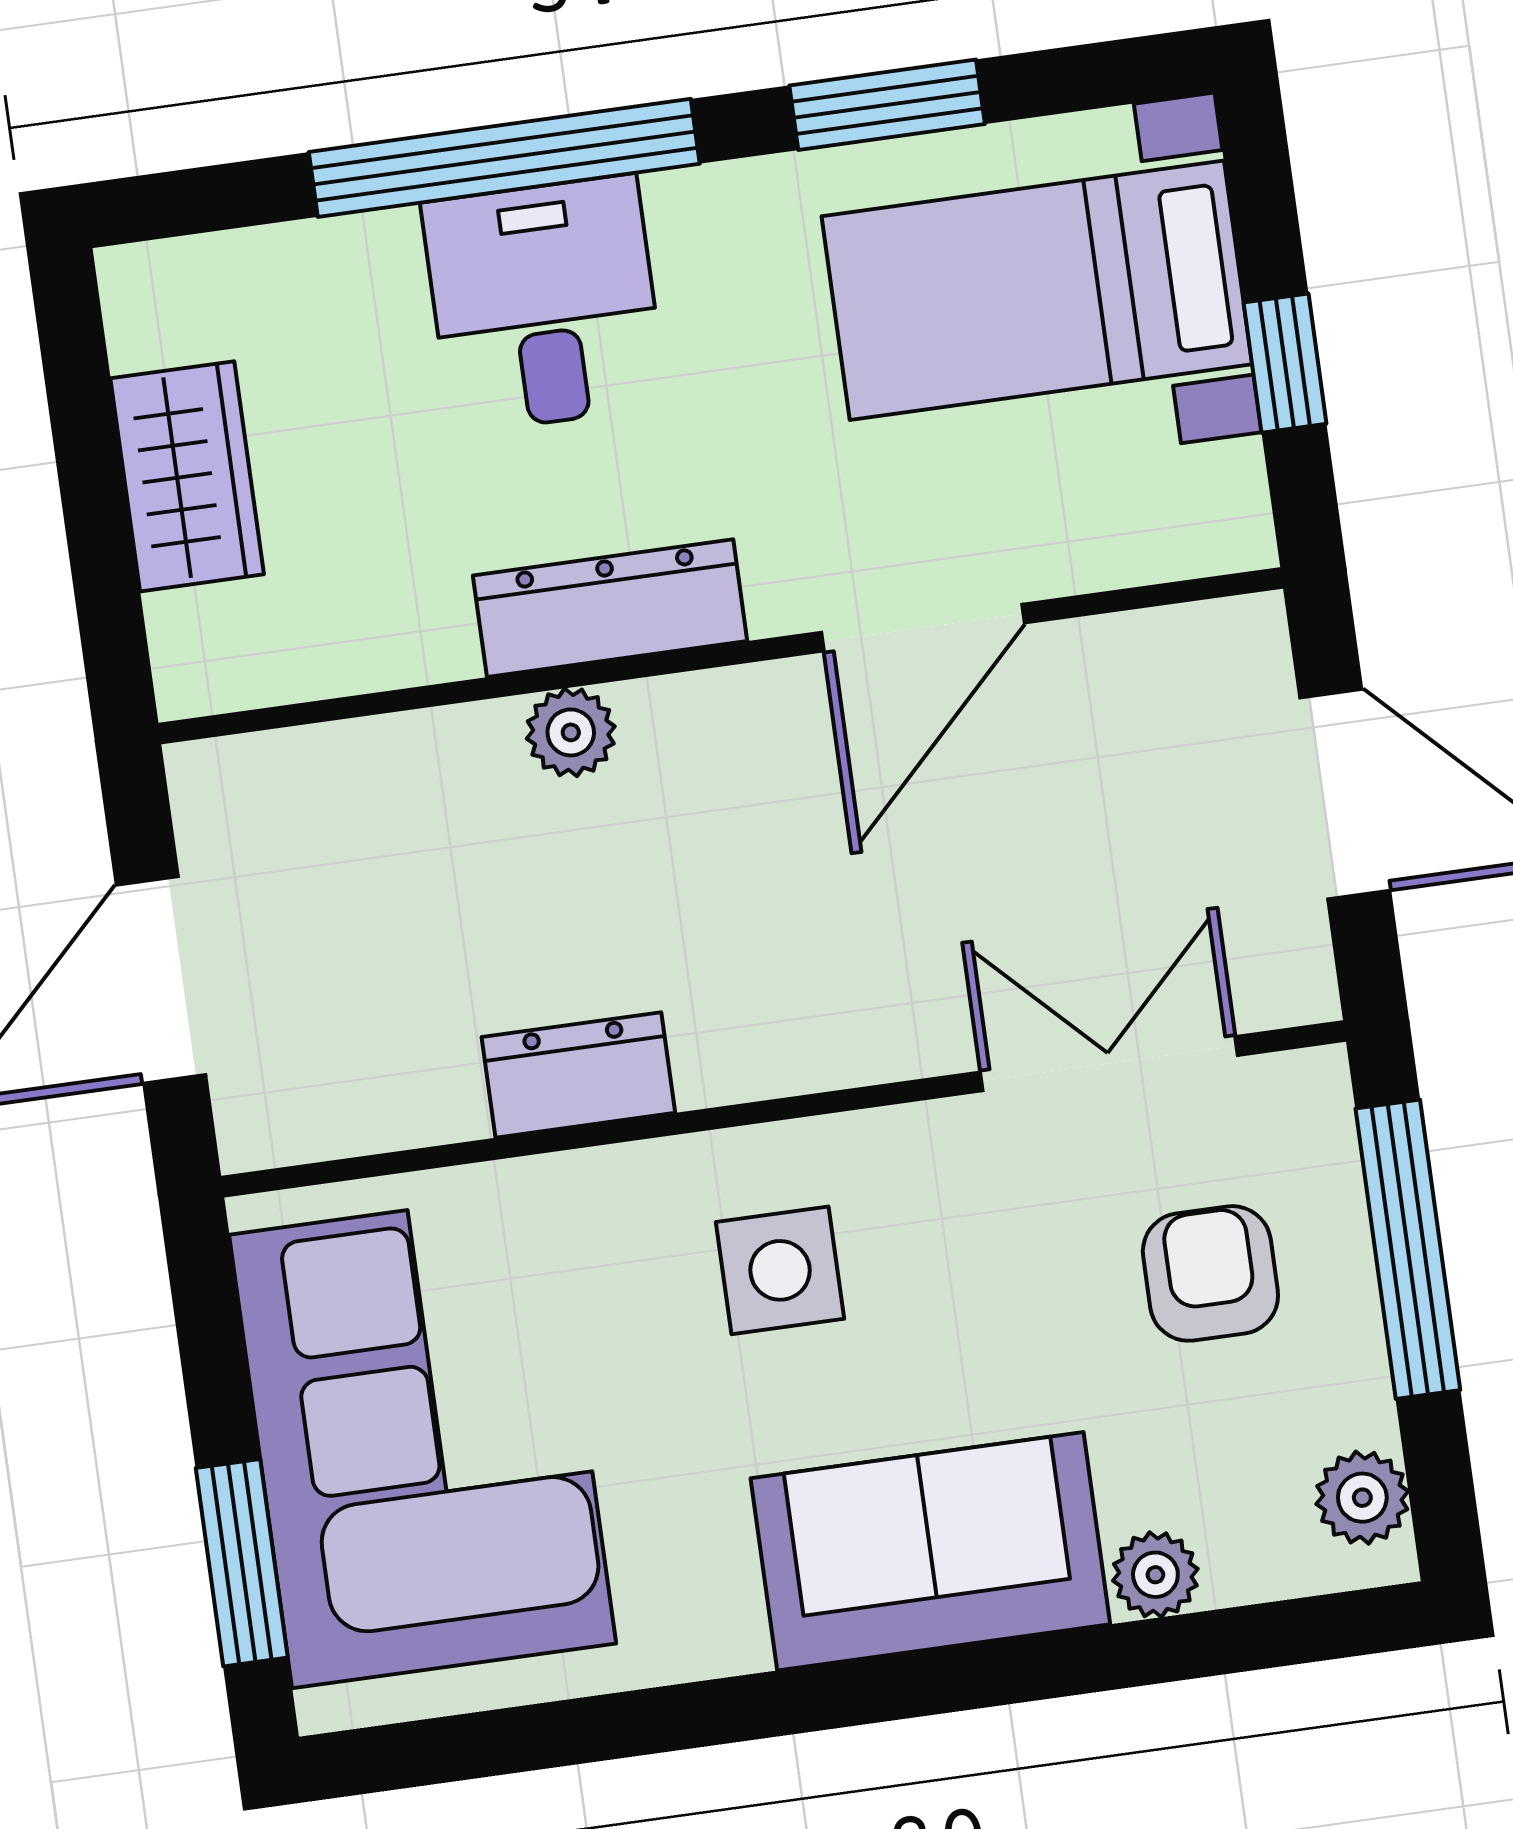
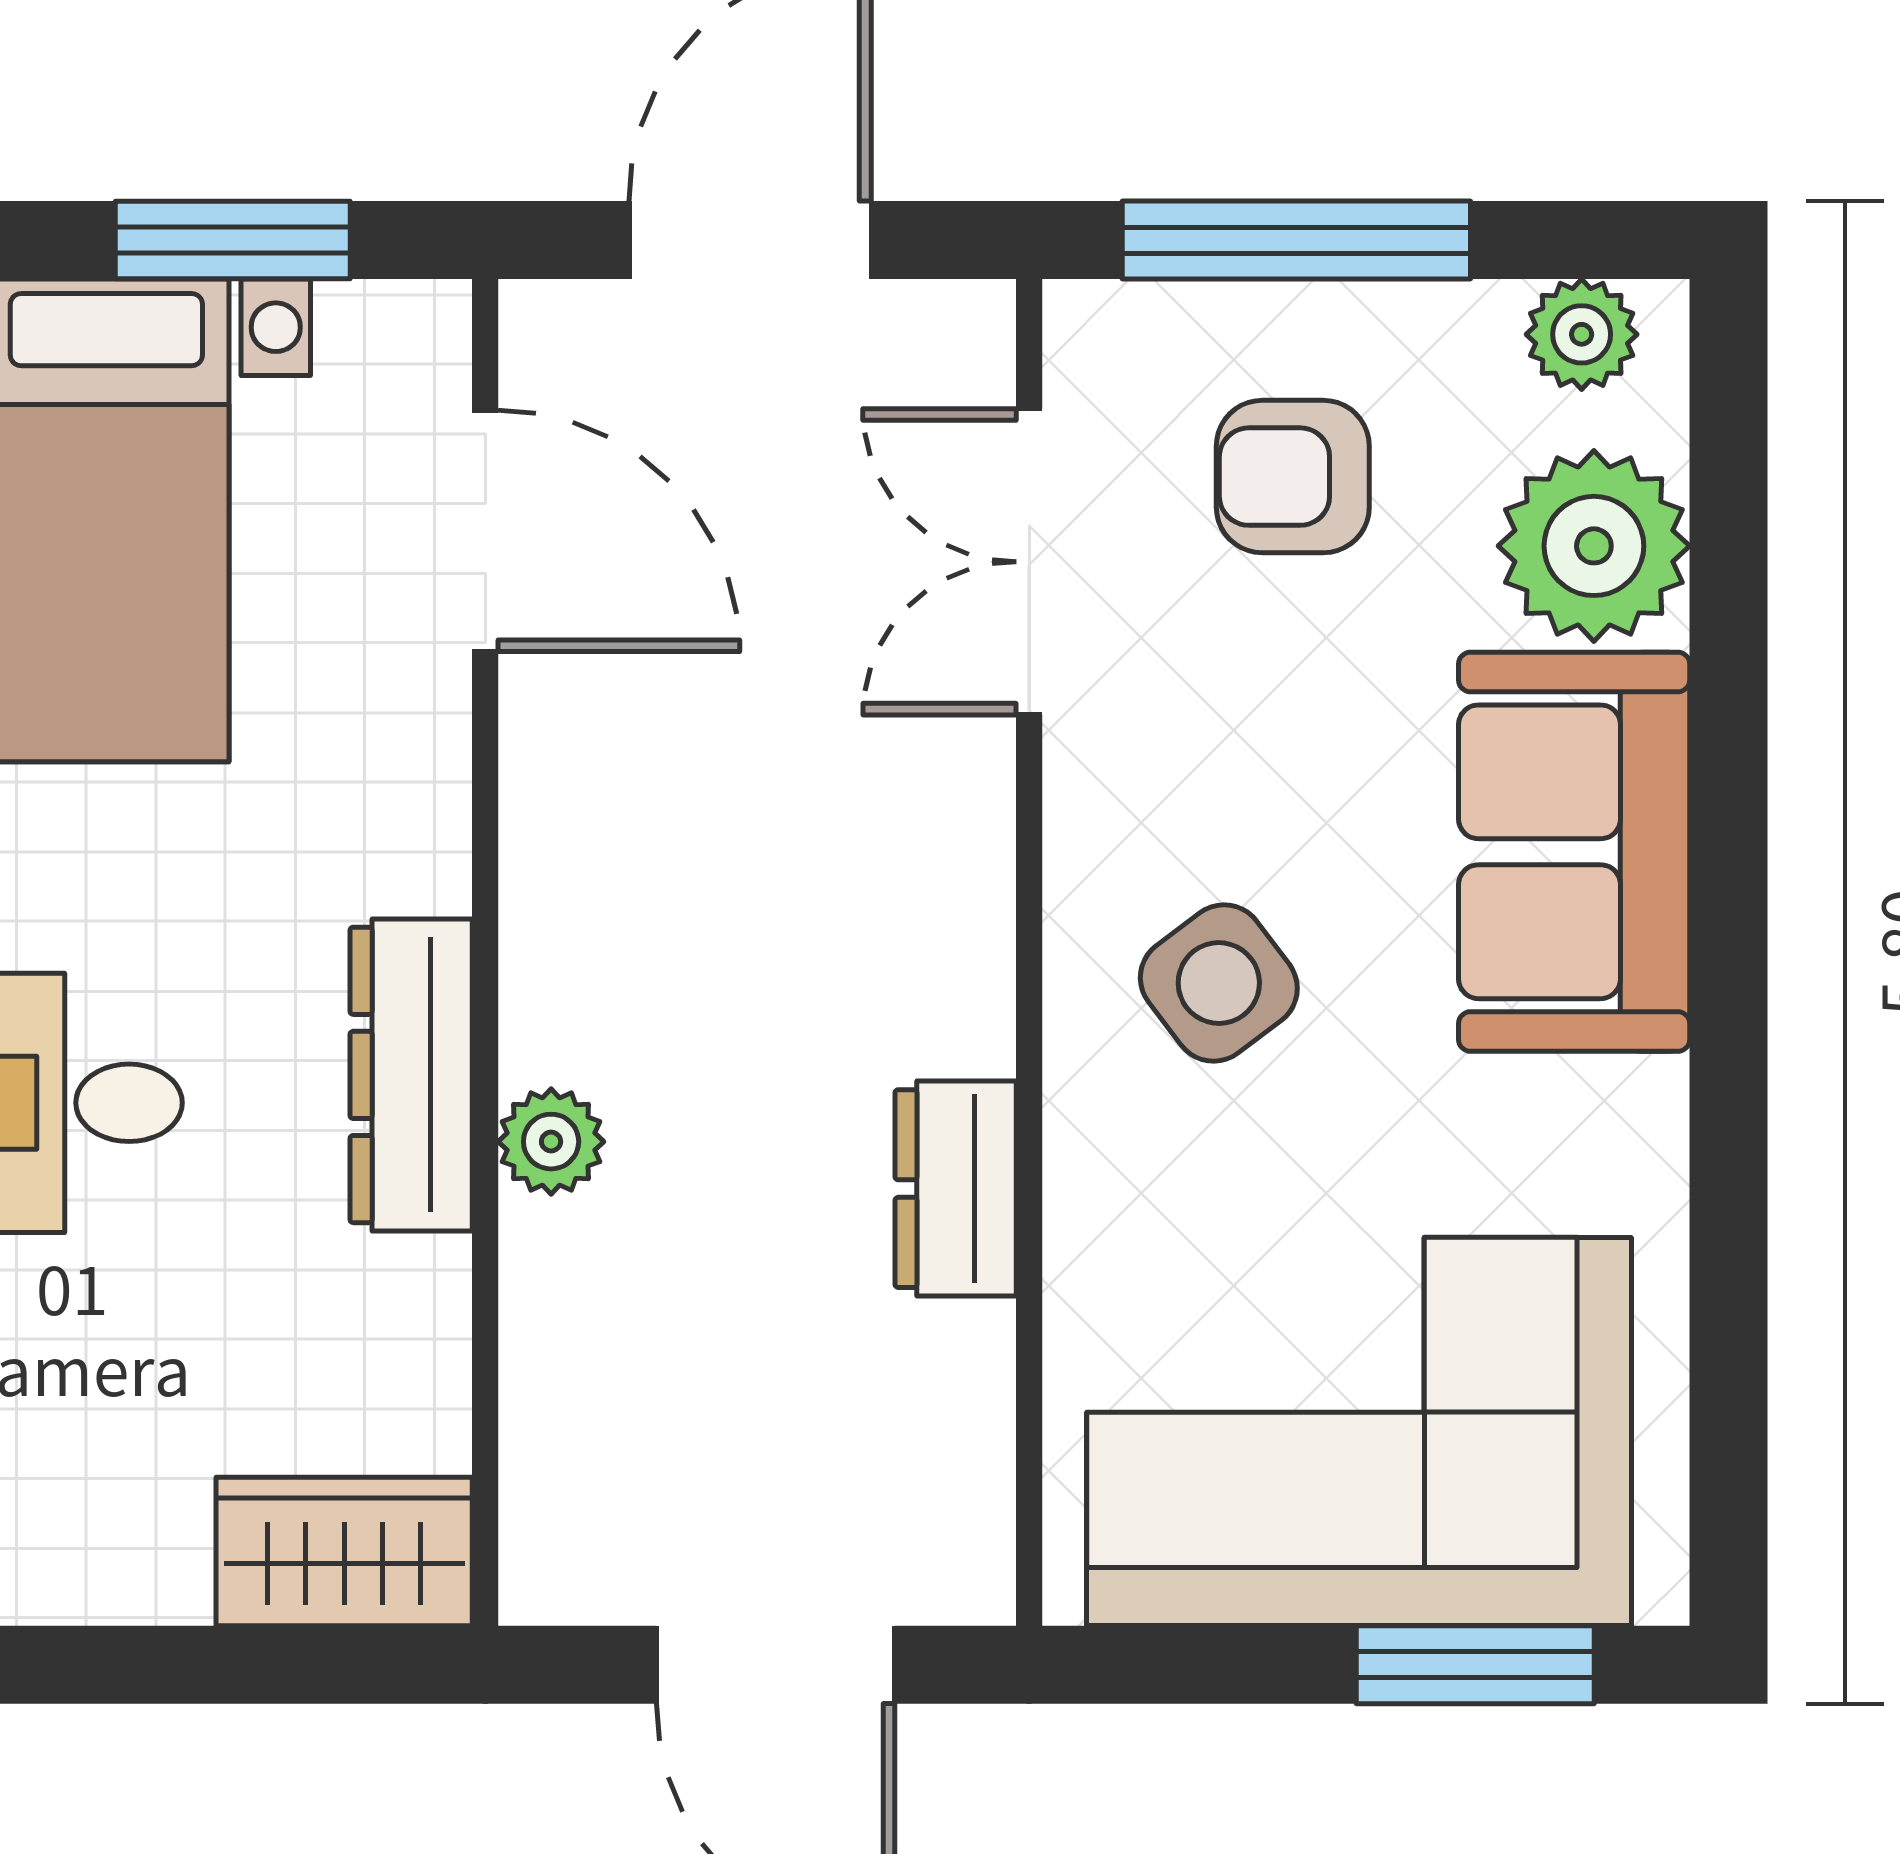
window: (1285, 363) -> (233, 240), width x1.50
wardrobe: (187, 476) -> (344, 1552), moved
door: (923, 628) -> (485, 531), moved
side table: (780, 1270) -> (1219, 983), turned -37
plant: (1155, 1575) -> (1594, 546), width x1.87, depth x1.87

